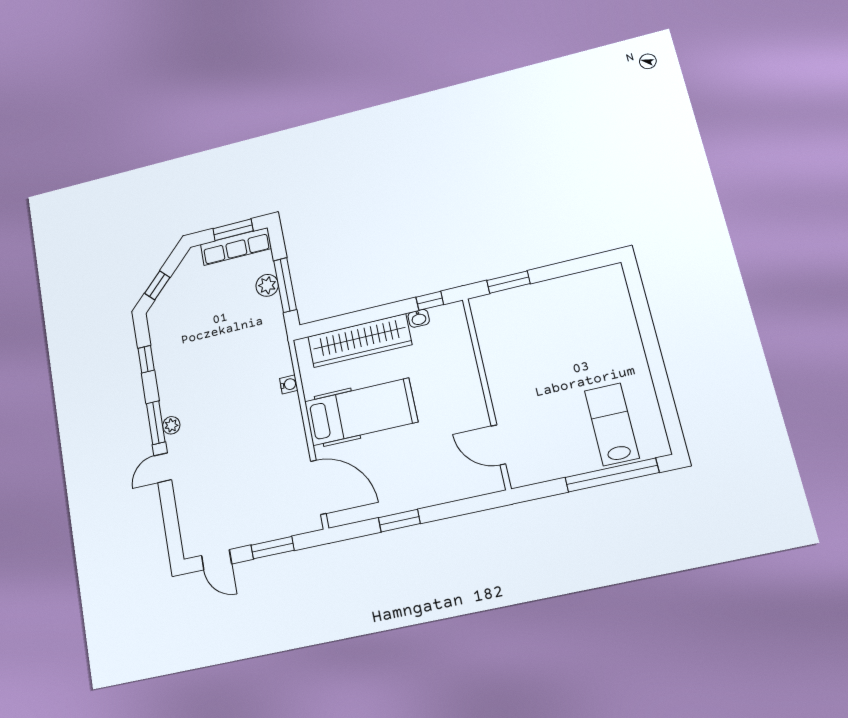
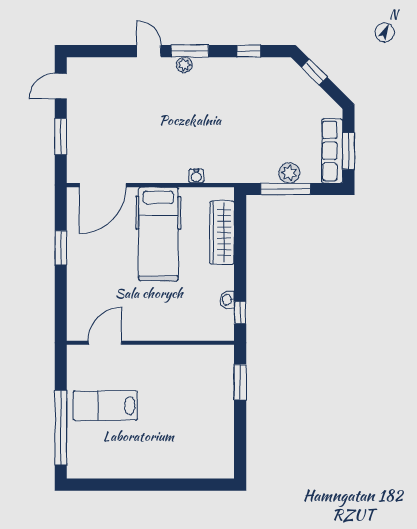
wardrobe: (360, 341) -> (222, 233), width x0.71, depth x0.85
lab bench: (612, 424) -> (105, 406), moved, turned 180

